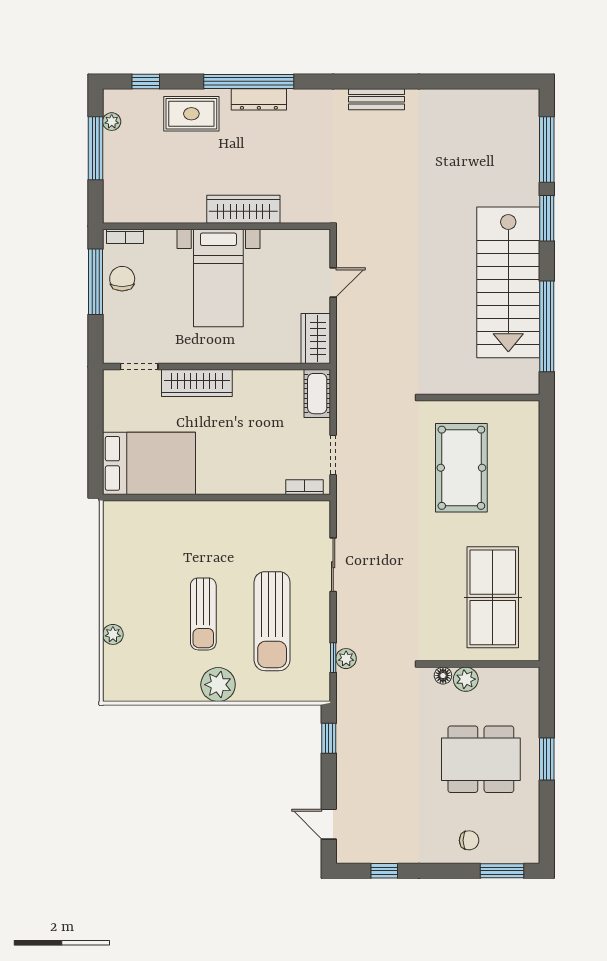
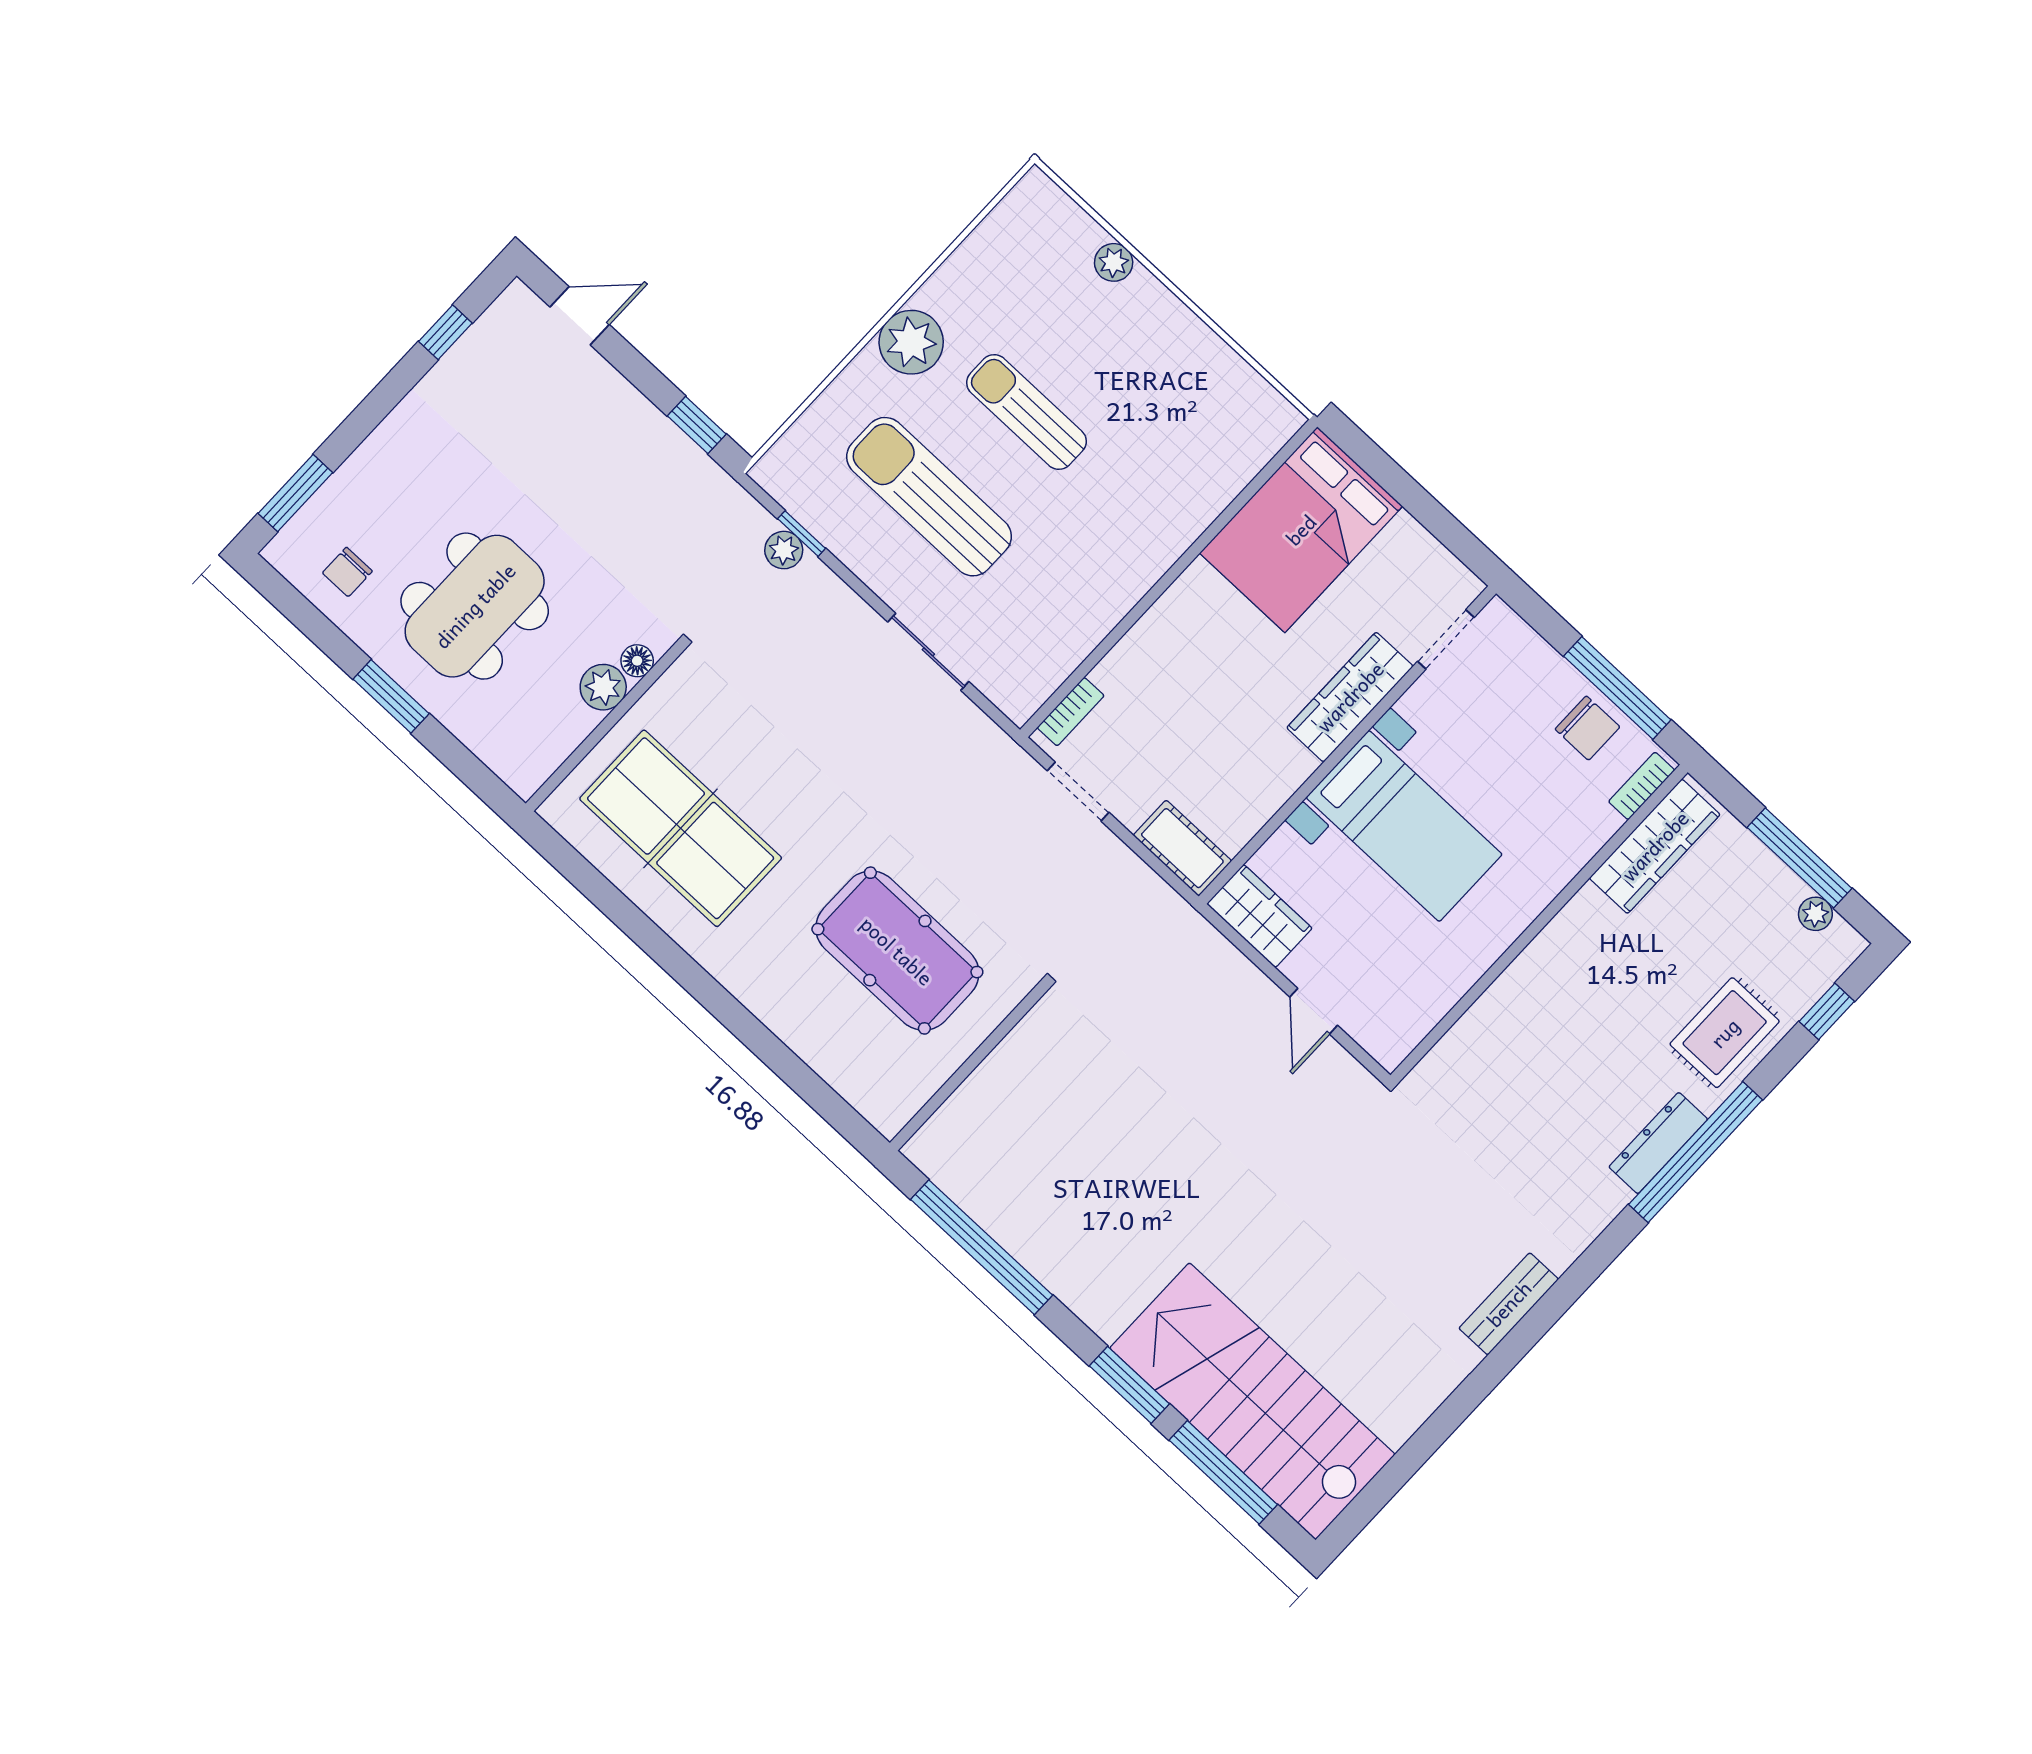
wardrobe: (243, 209) -> (1655, 846), moved
bed with nightstands: (218, 278) -> (1404, 826), moved, turned 180
stairs: (508, 282) -> (1252, 1401), moved
chair: (469, 840) -> (347, 572), moved

